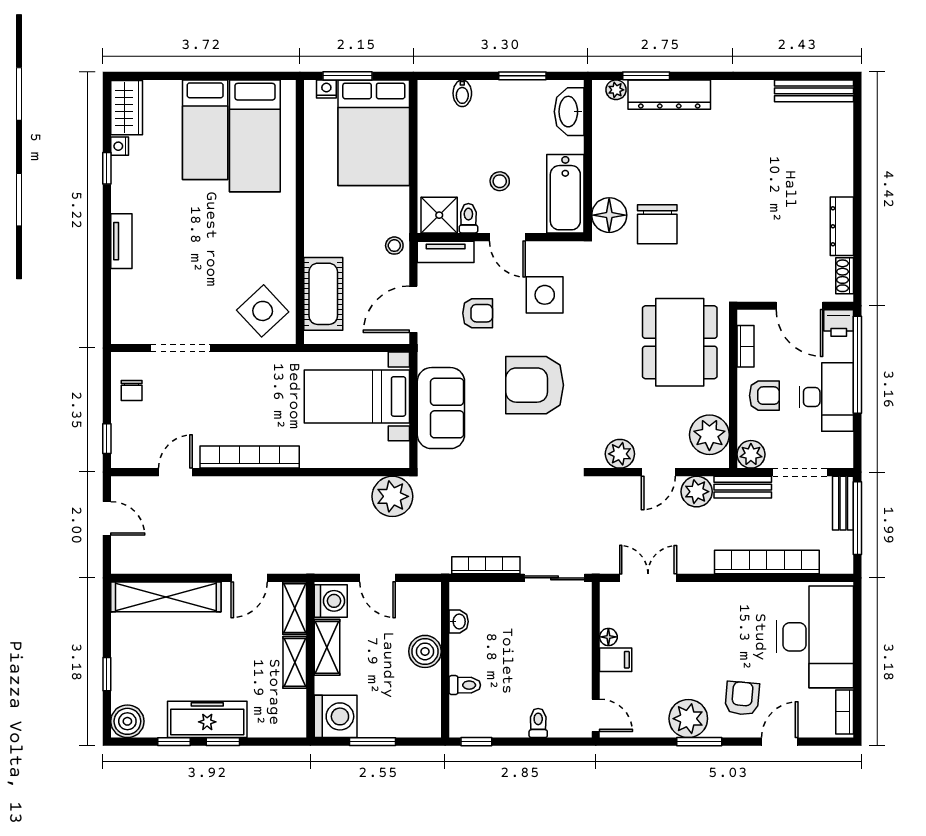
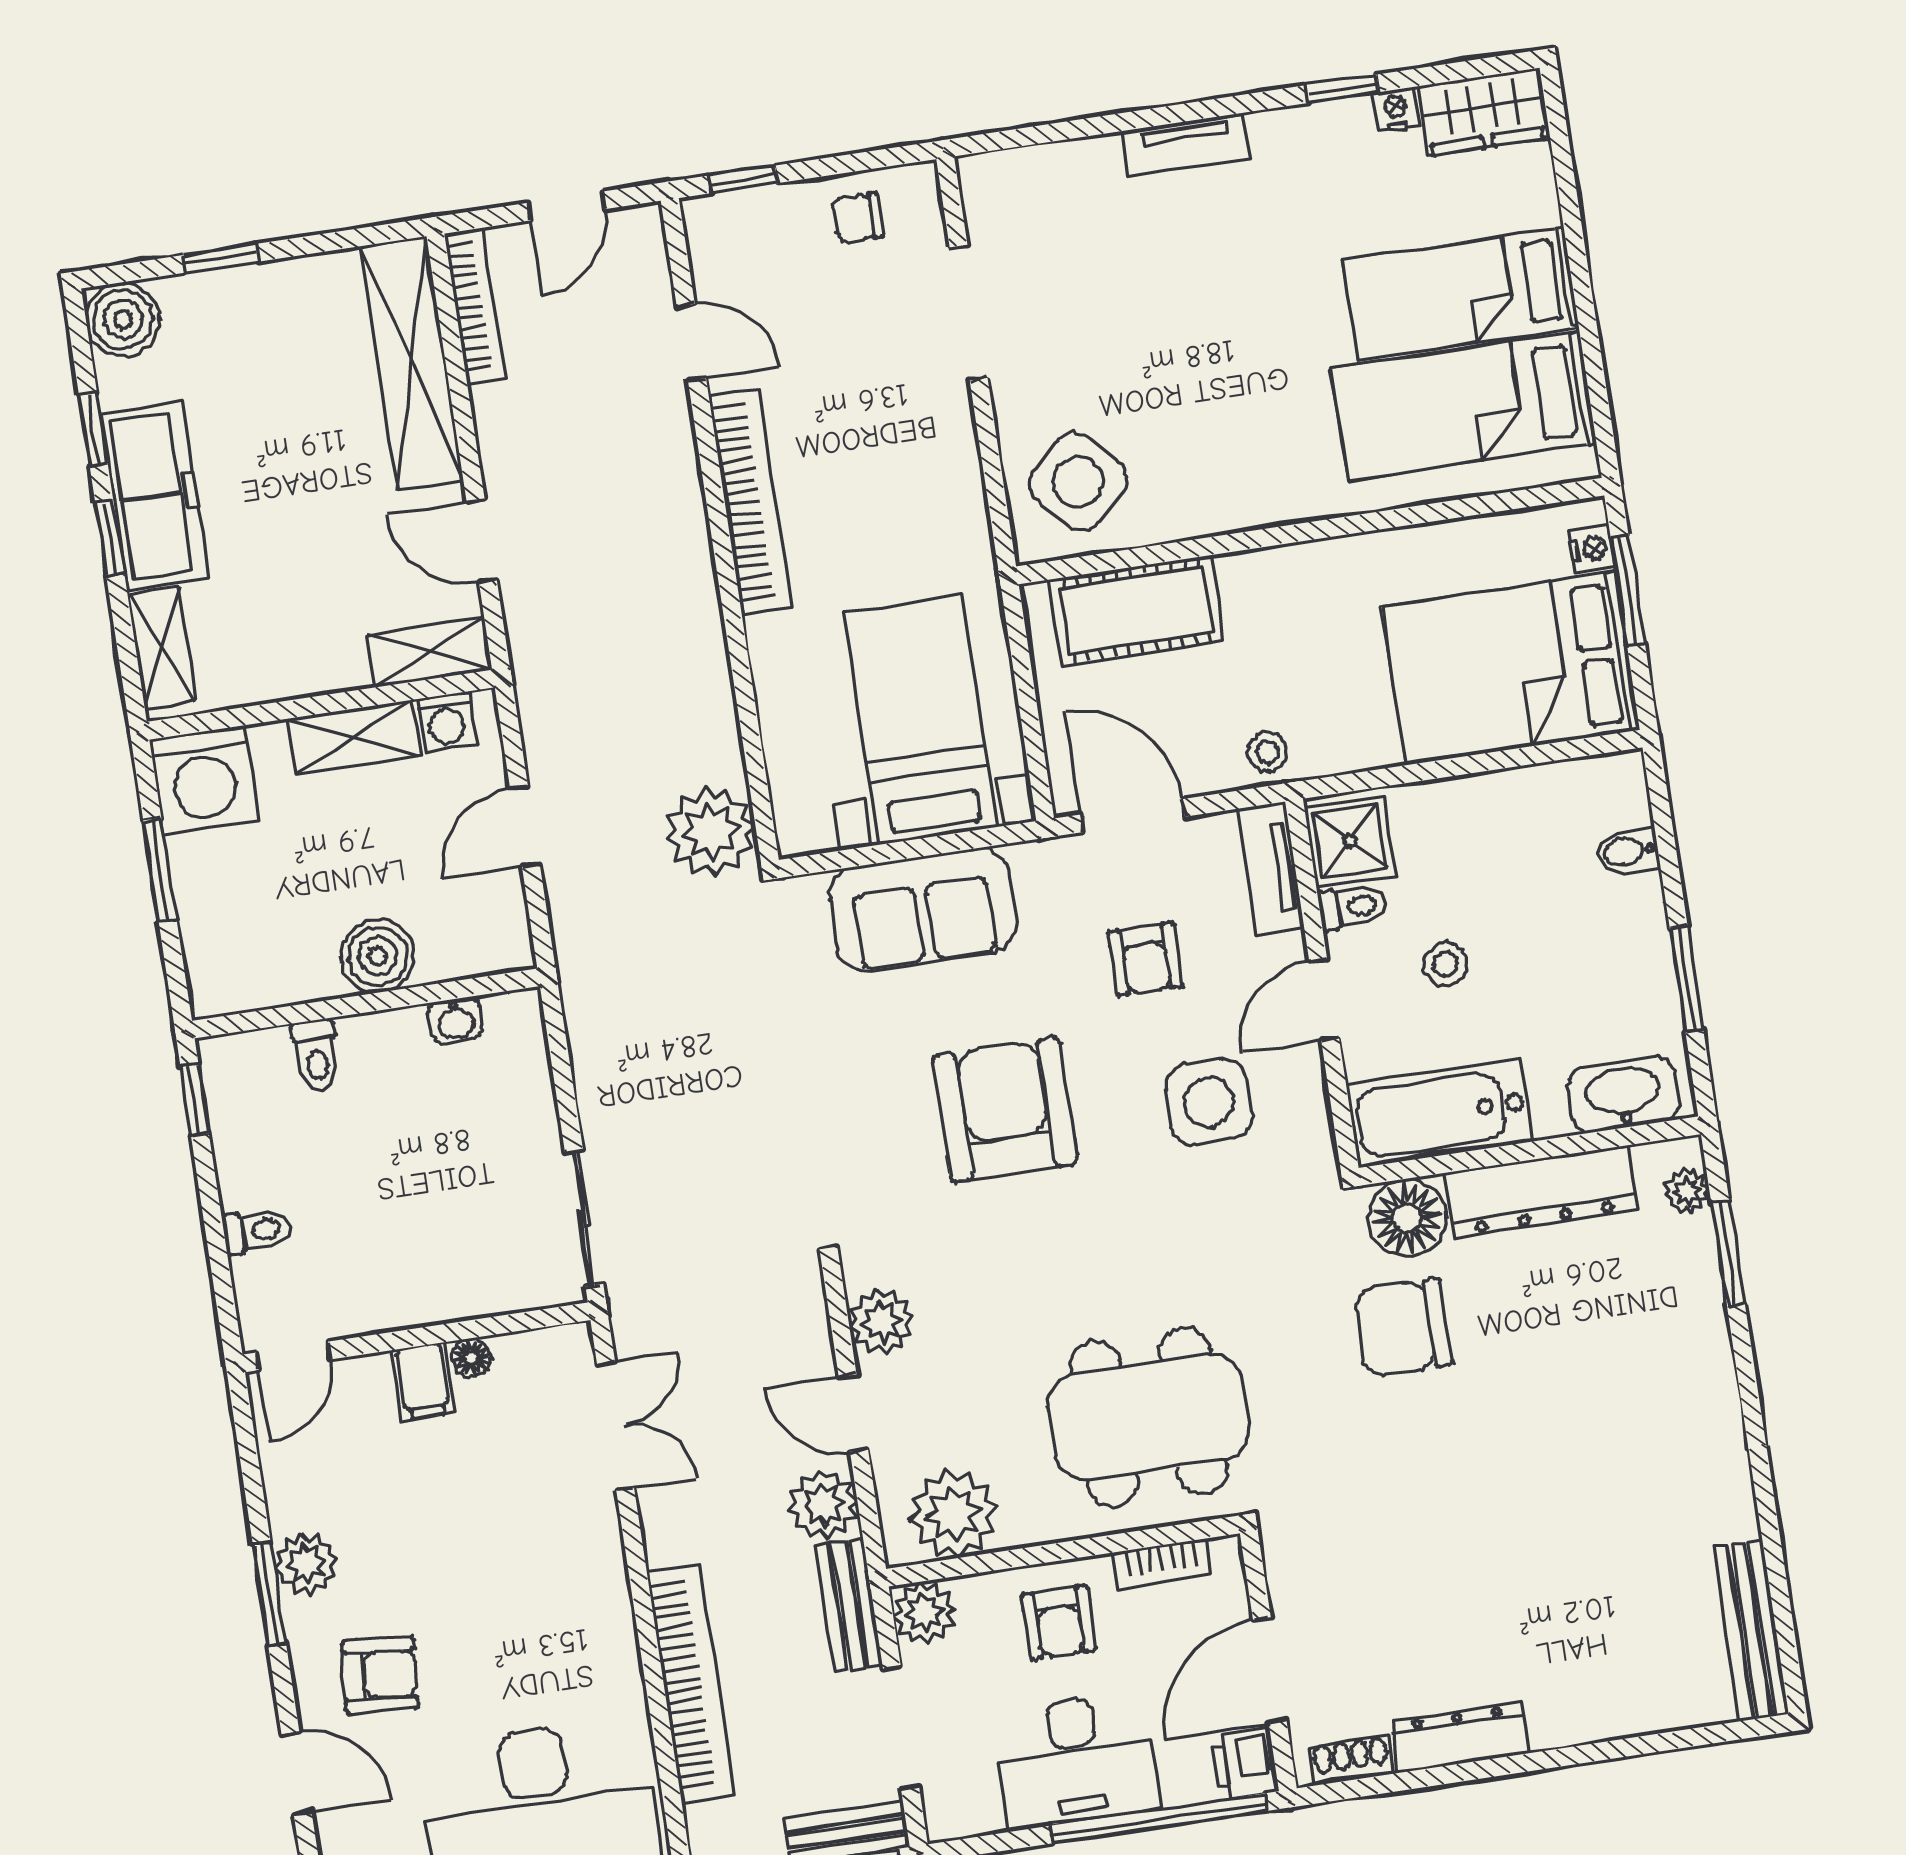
dresser: (669, 95) -> (1541, 1192), moved, turned -90
bookcase: (486, 565) -> (475, 306), moved
washing machine: (331, 601) -> (447, 721), width x0.73, depth x0.73
shelving: (295, 662) -> (162, 648), moved, turned 90
plant: (688, 719) -> (306, 1564), width x0.73, depth x0.73

